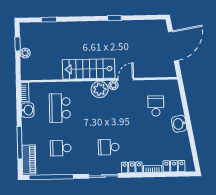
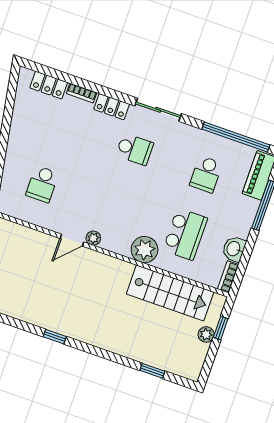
window: (18, 44) -> (221, 328), moved
stairs: (89, 69) -> (170, 293), moved
plant: (100, 89) -> (145, 250), moved
washbasin: (179, 124) -> (18, 145), removed
school desk: (61, 148) -> (206, 174), turned 90

